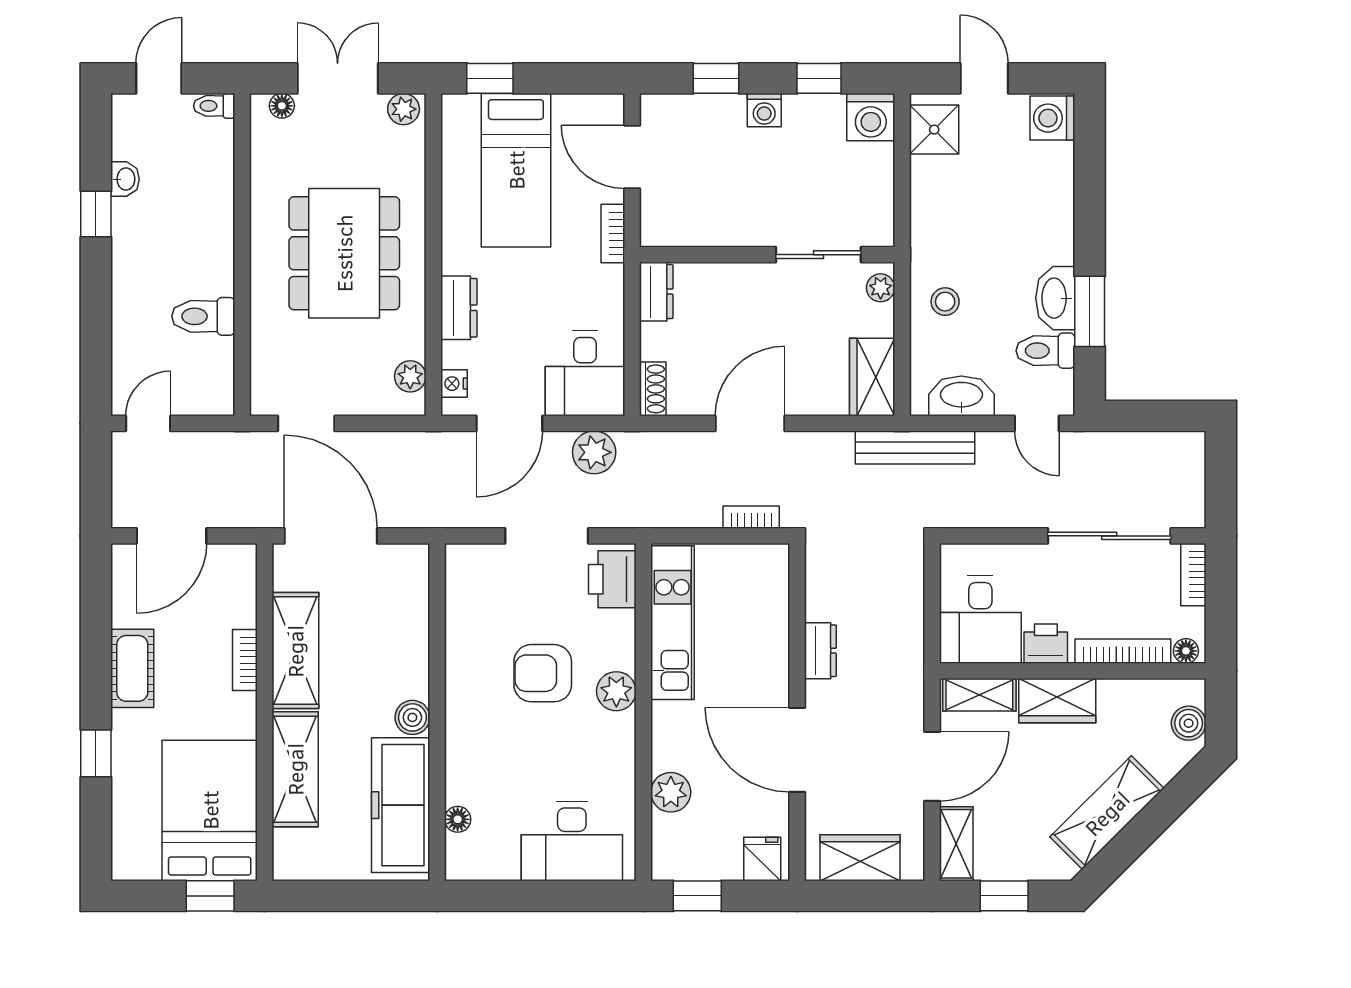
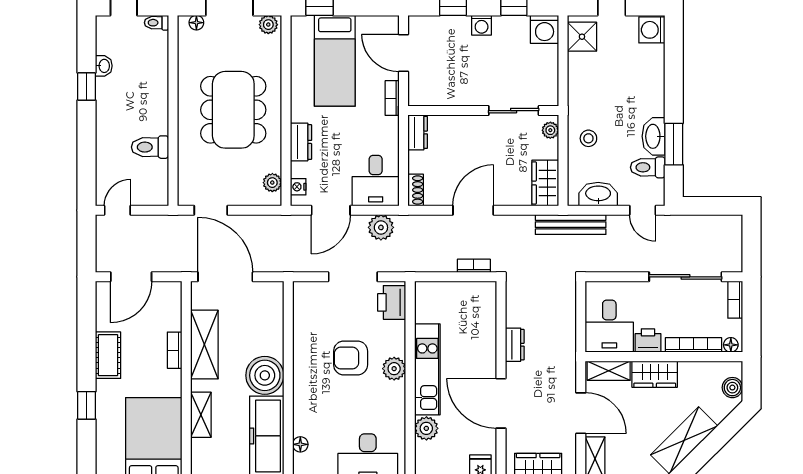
kitchen unit: (673, 623) -> (427, 369), moved
boiler: (412, 717) -> (265, 375), width x1.86, depth x1.86
door: (932, 766) -> (581, 413), hinge flipped
shelving: (295, 769) -> (201, 415), width x0.67, depth x0.75

